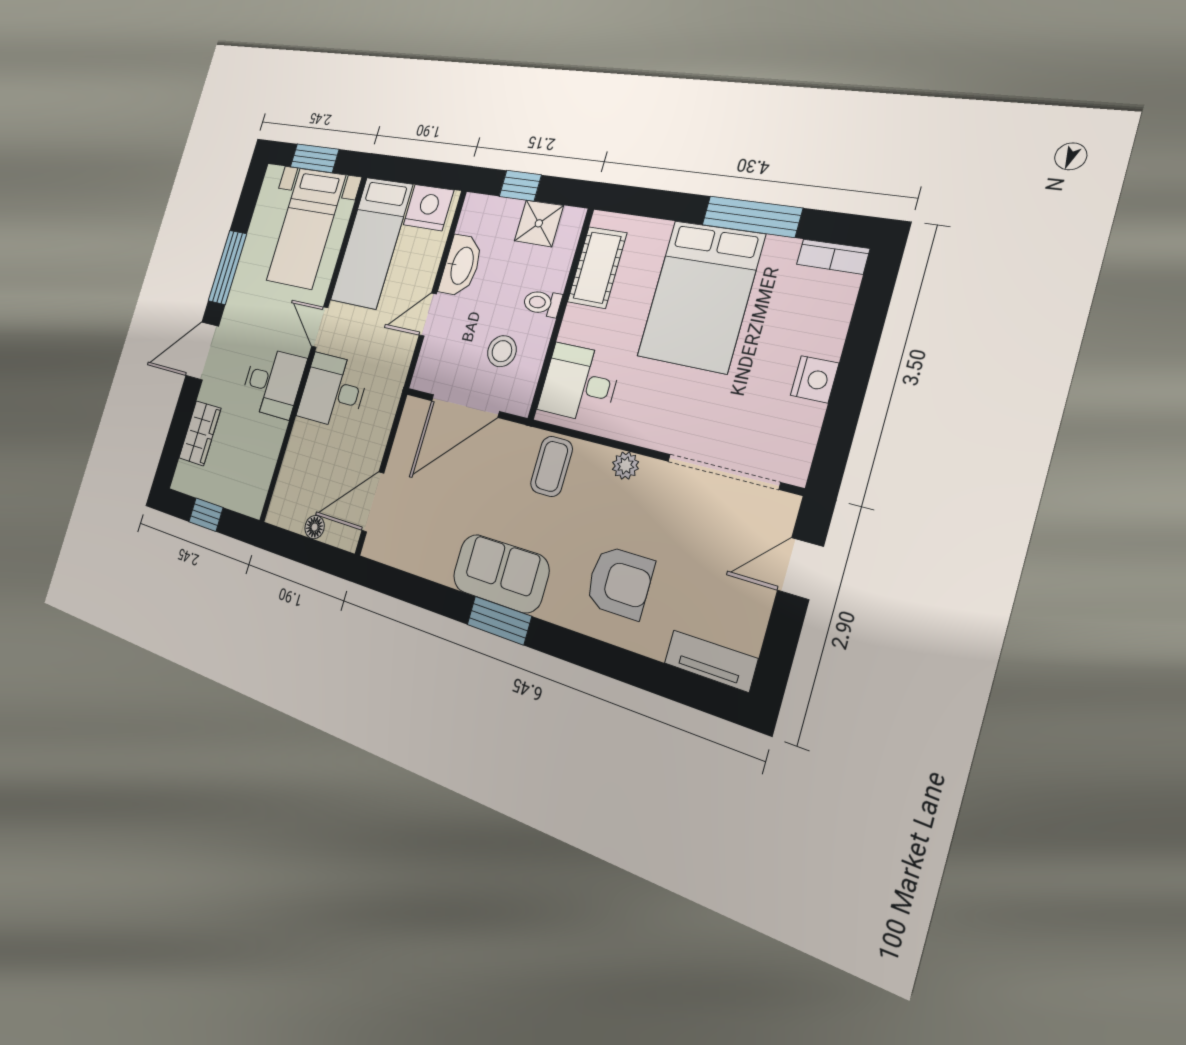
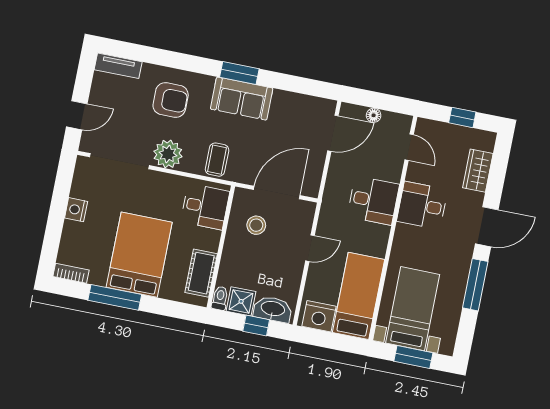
washbasin: (461, 266) -> (273, 309), moved, turned 90
toilet: (542, 303) -> (220, 298), moved, turned -90
door: (320, 327) -> (409, 147), moved
plant: (626, 466) -> (168, 154), width x1.88, depth x1.88
armchair: (620, 582) -> (171, 100), turned 180

